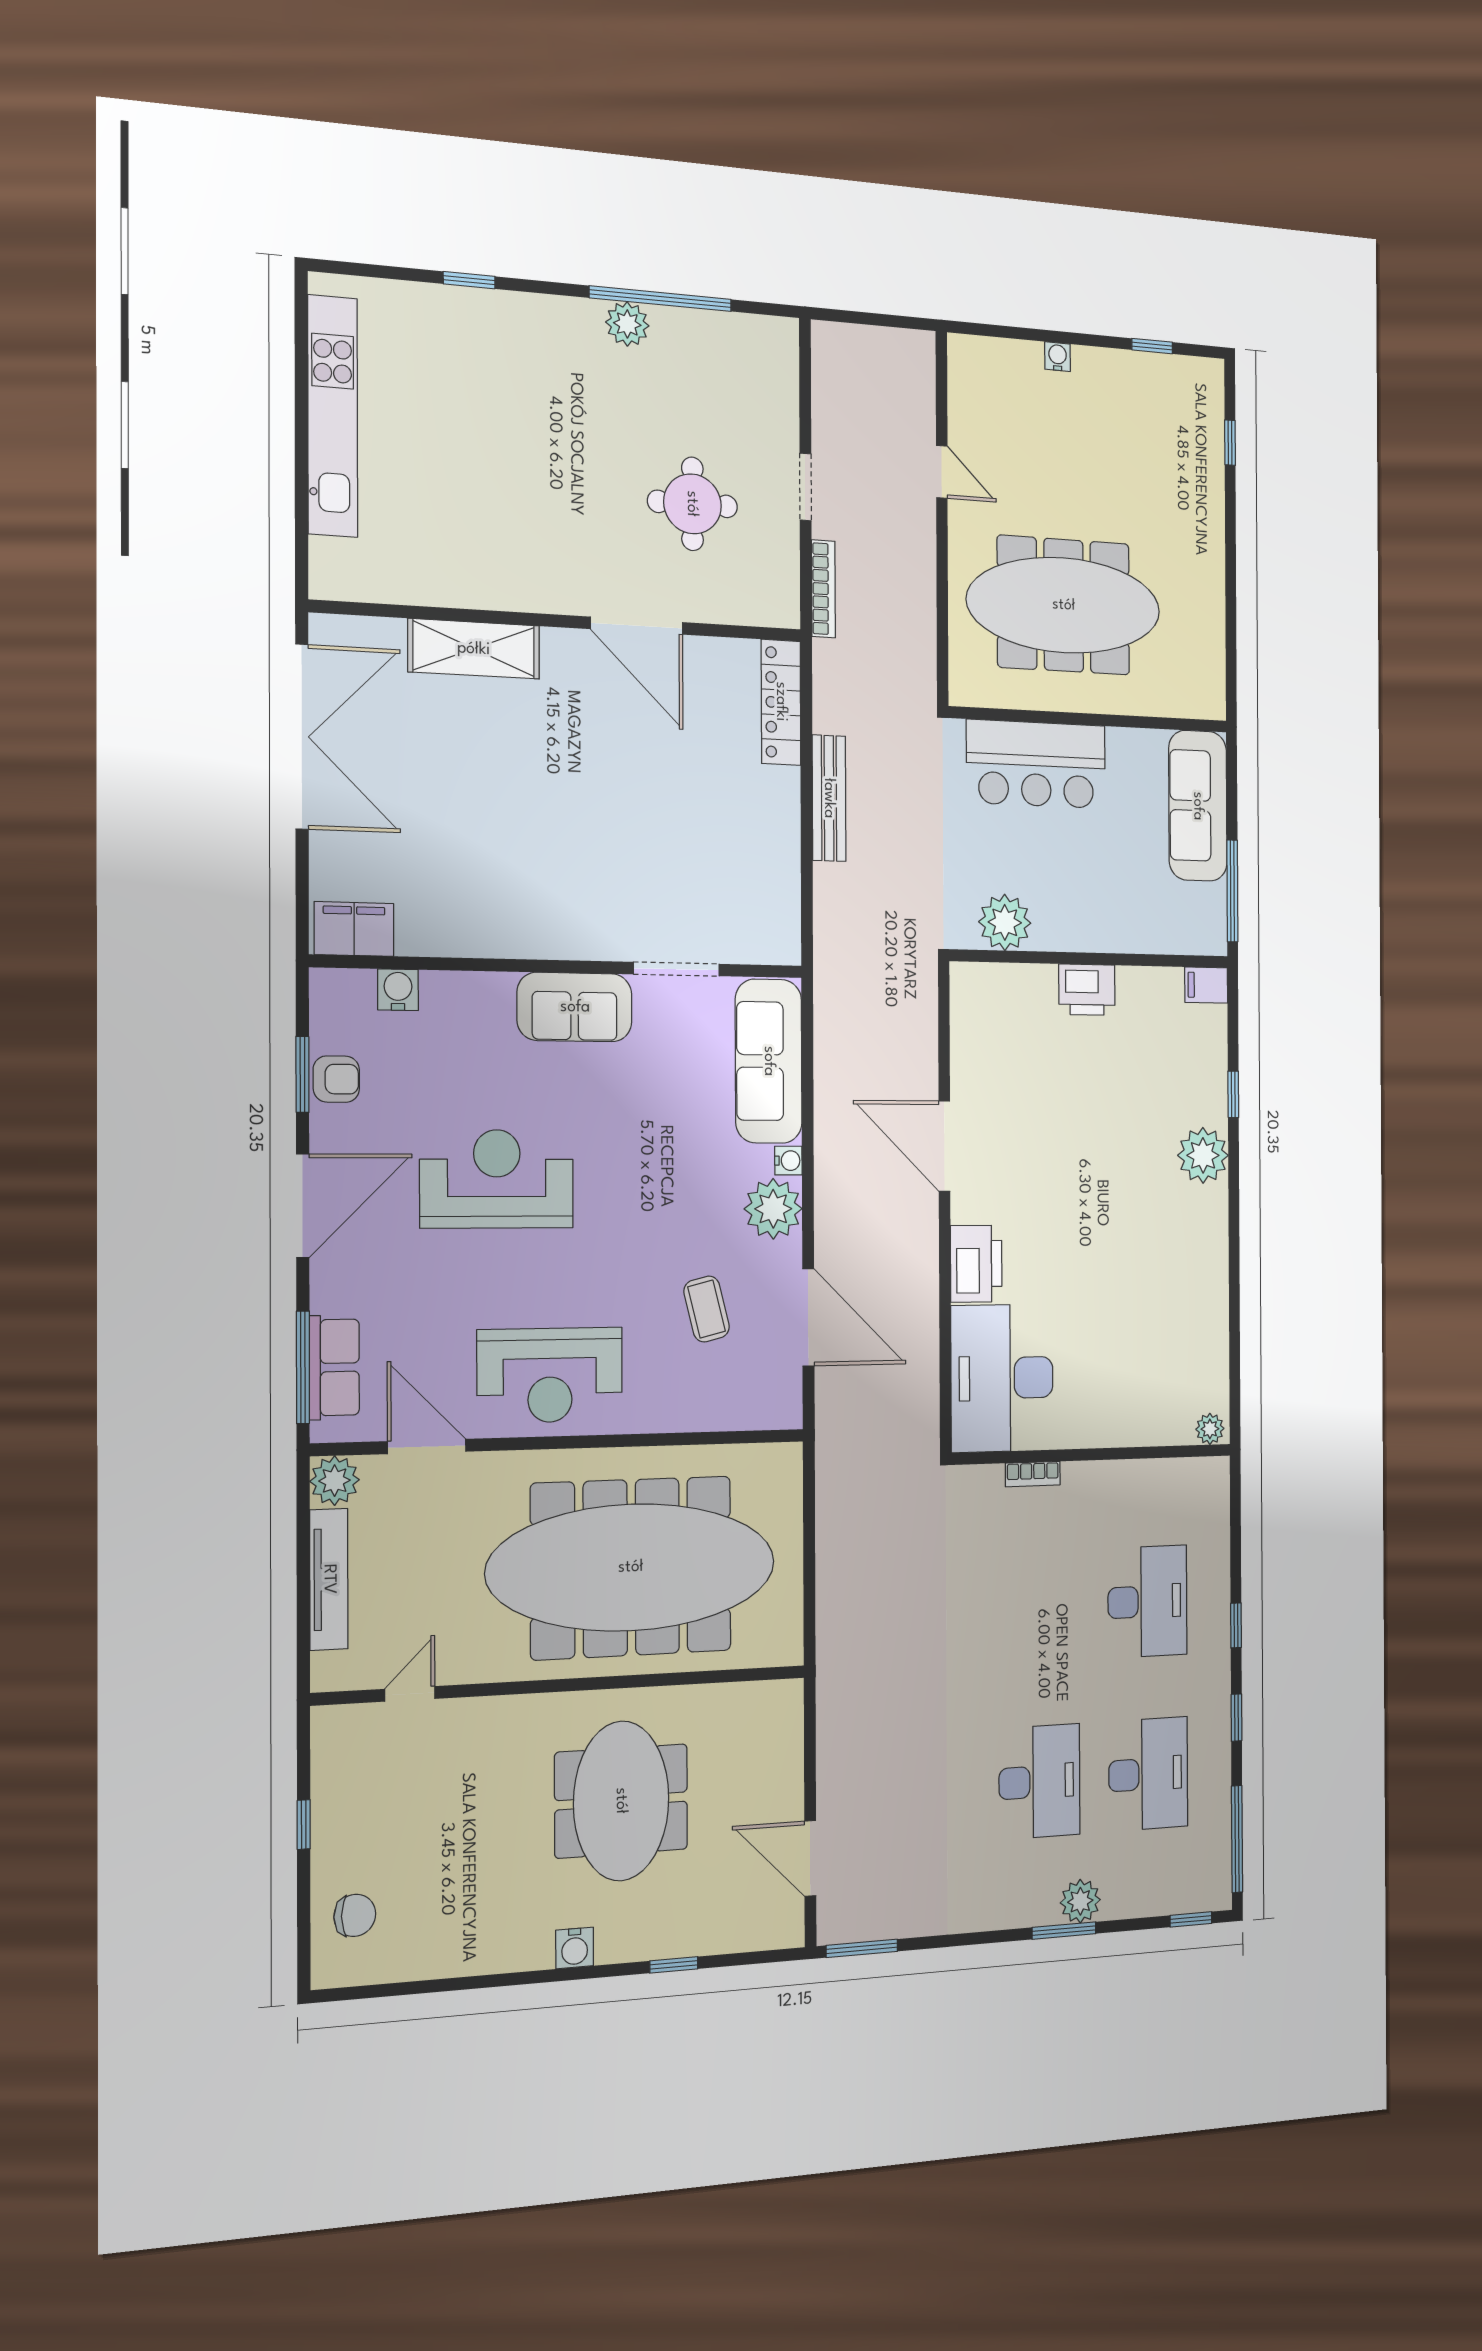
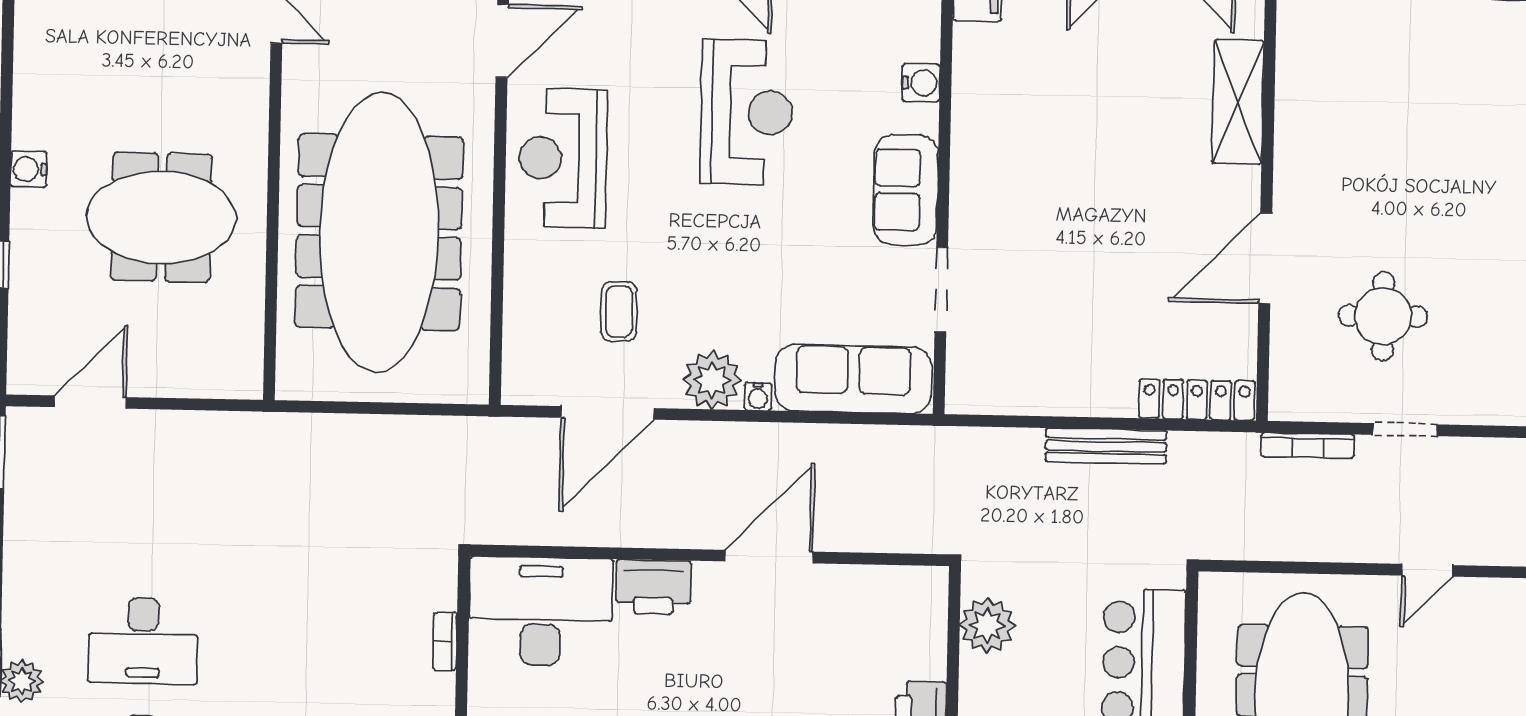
water cooler: (398, 990) -> (921, 83), moved
coffee table: (707, 1309) -> (619, 312), turned -76

